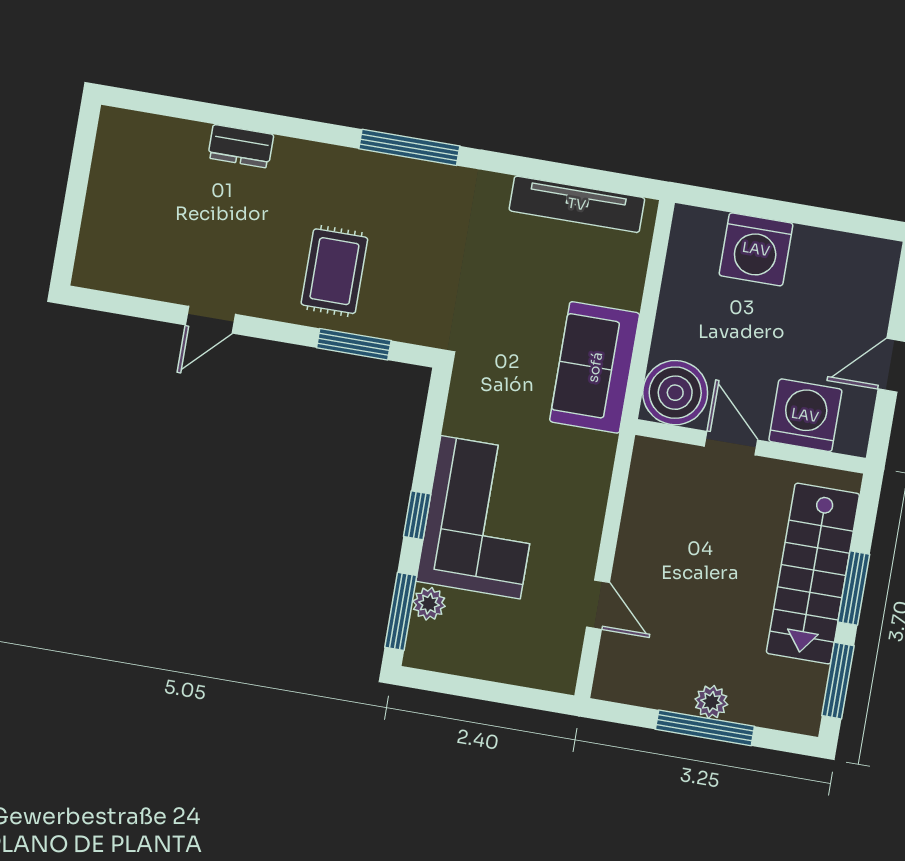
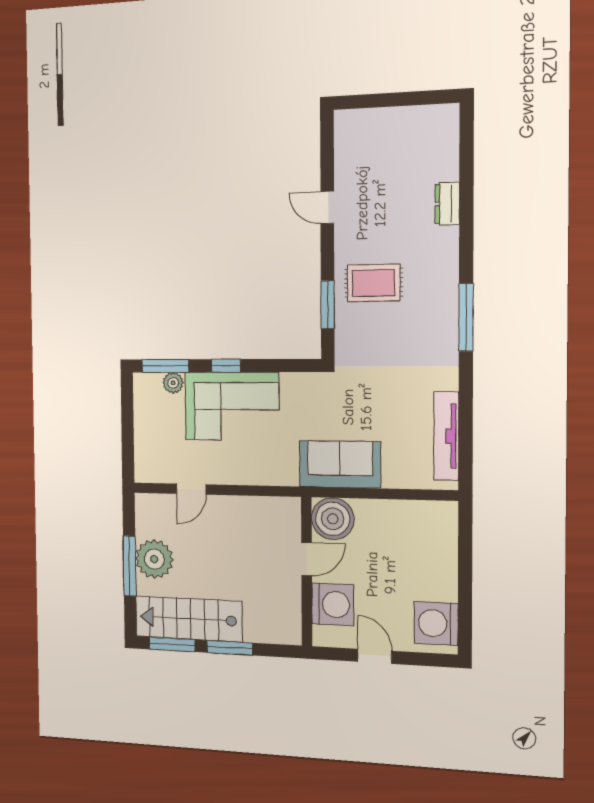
washing machine: (756, 249) -> (436, 623), moved
stairs: (813, 574) -> (189, 619), moved
plant: (711, 702) -> (154, 559), width x1.88, depth x1.88

